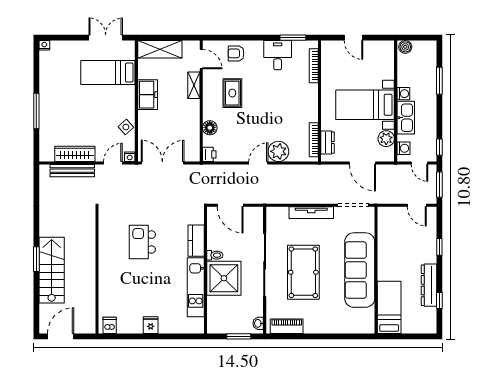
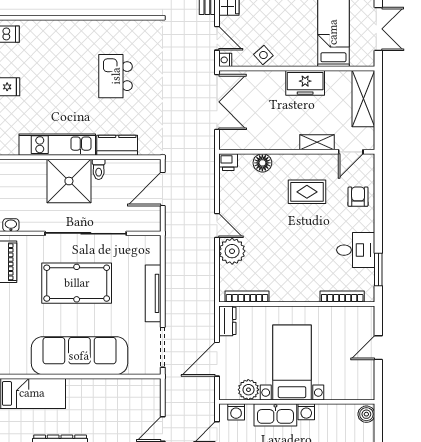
dresser: (328, 143) -> (227, 321), moved, turned -90
kitchen island: (142, 242) -> (116, 76), turned -90

